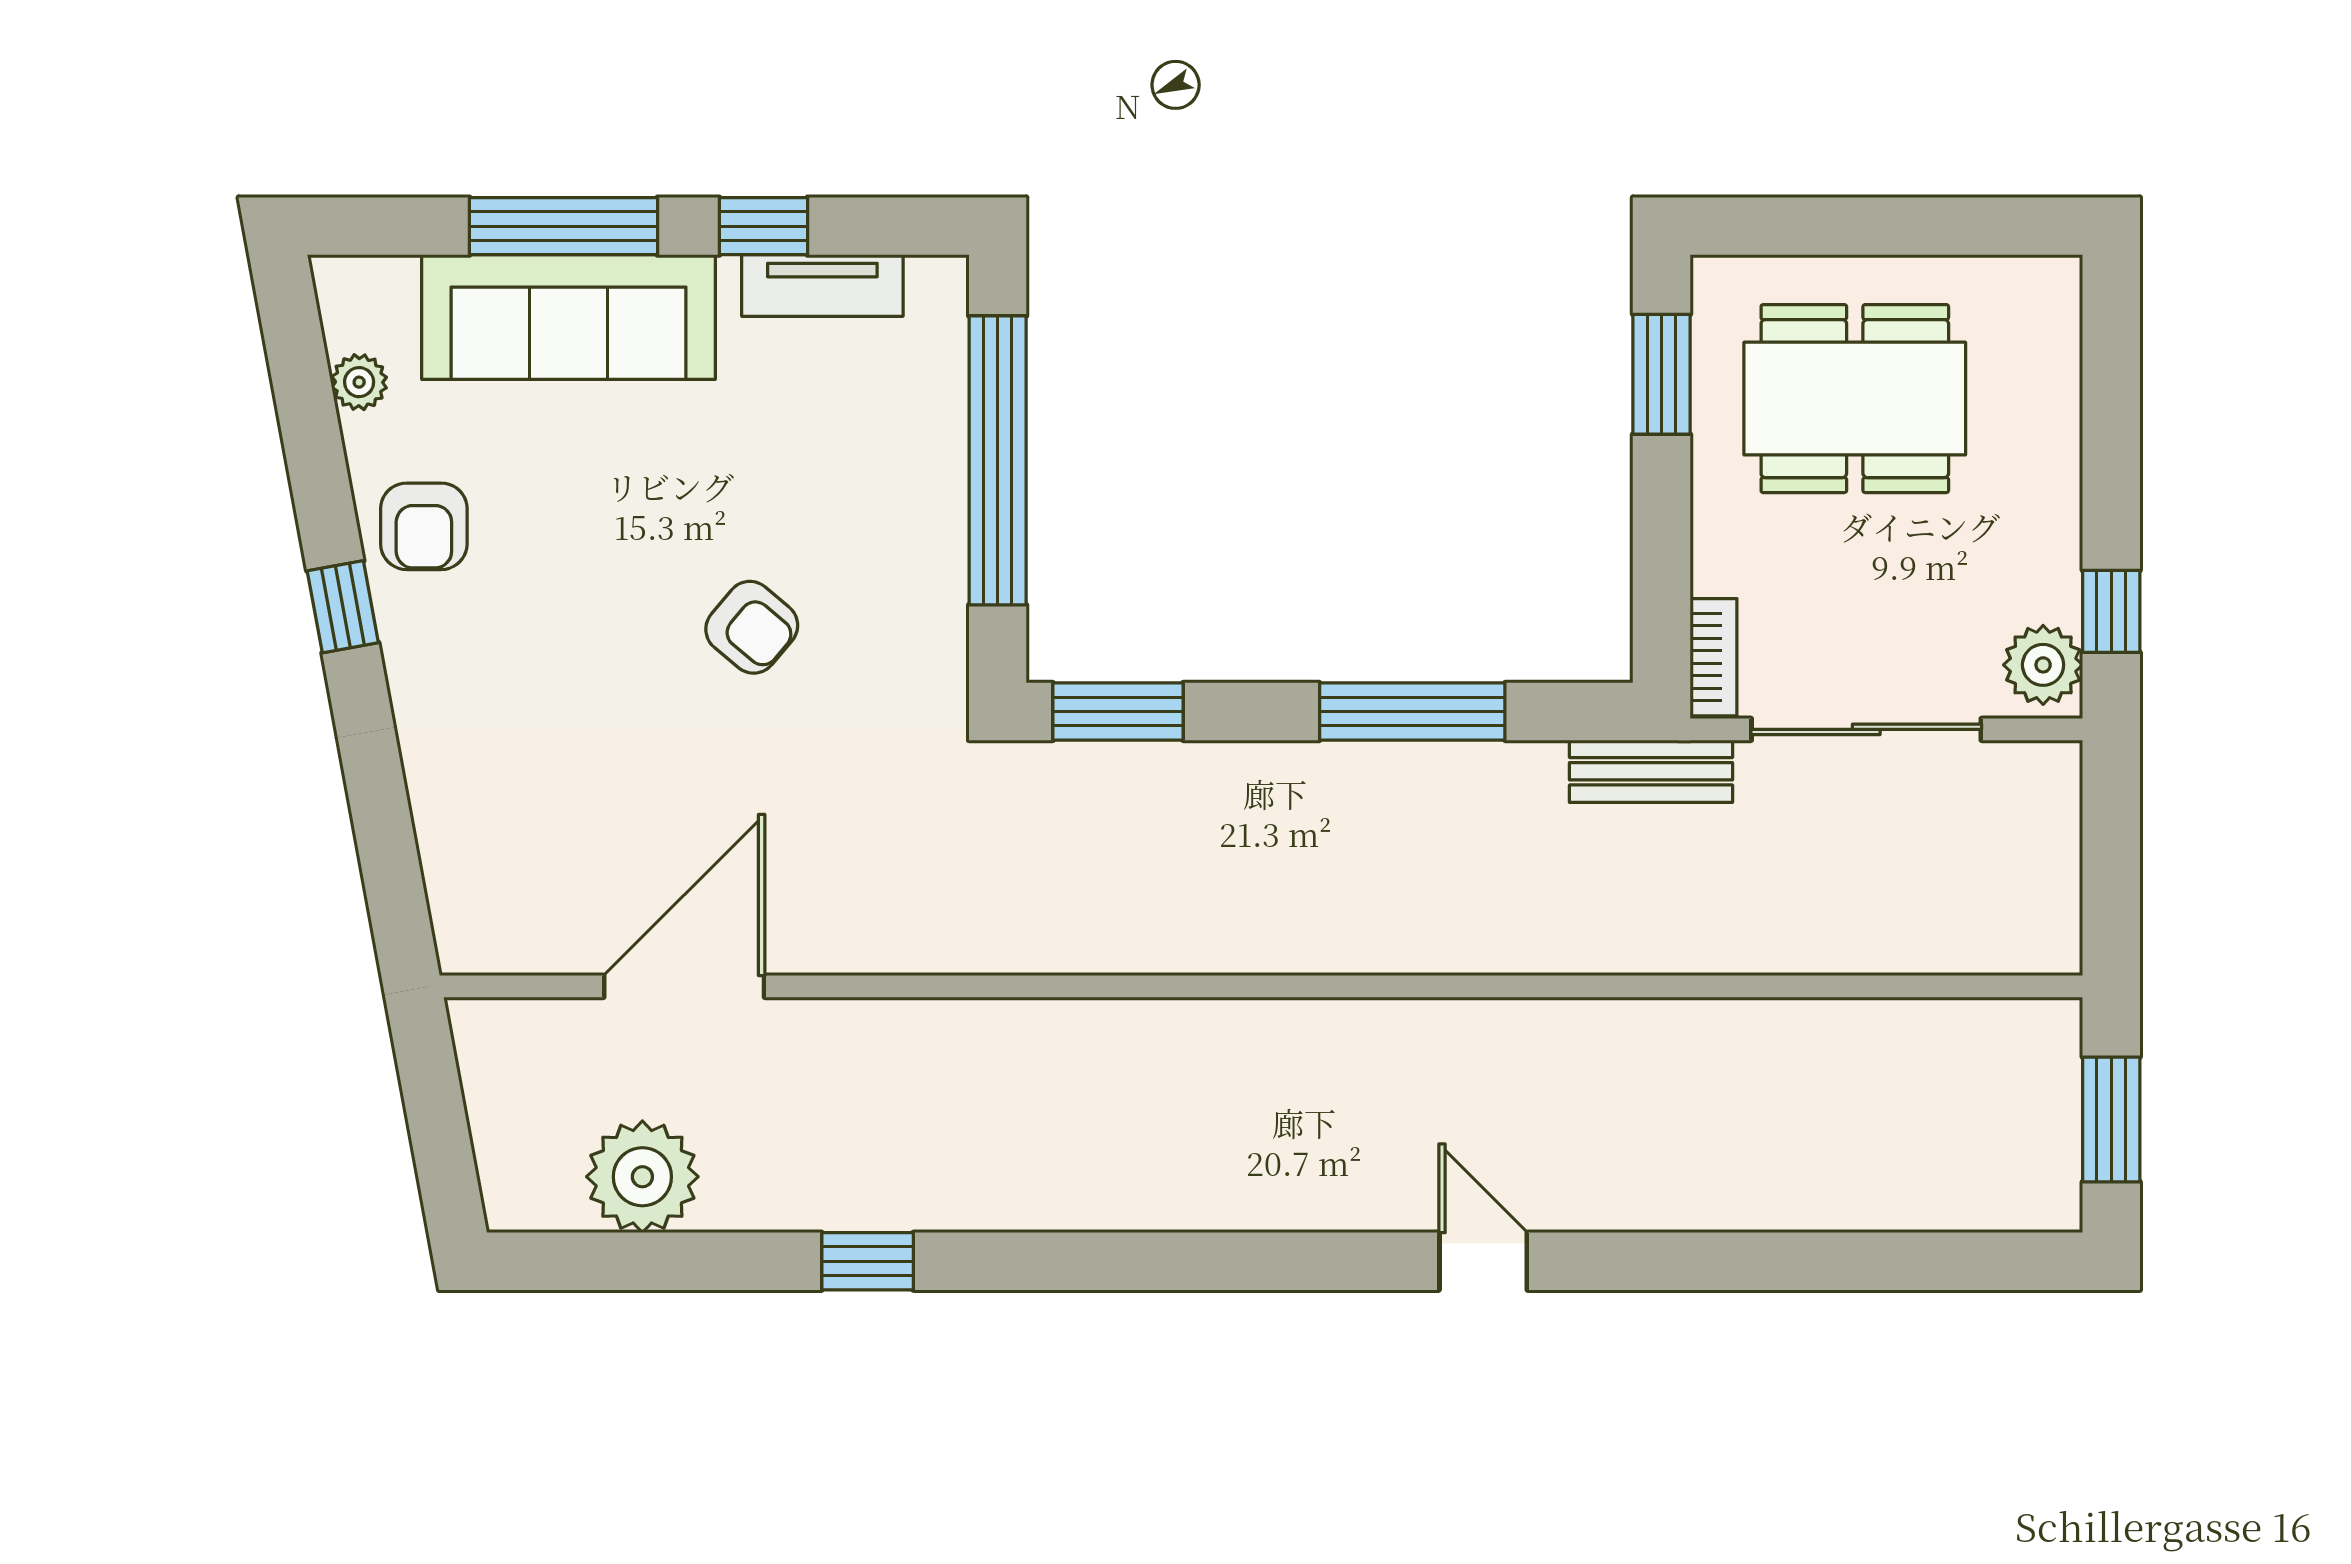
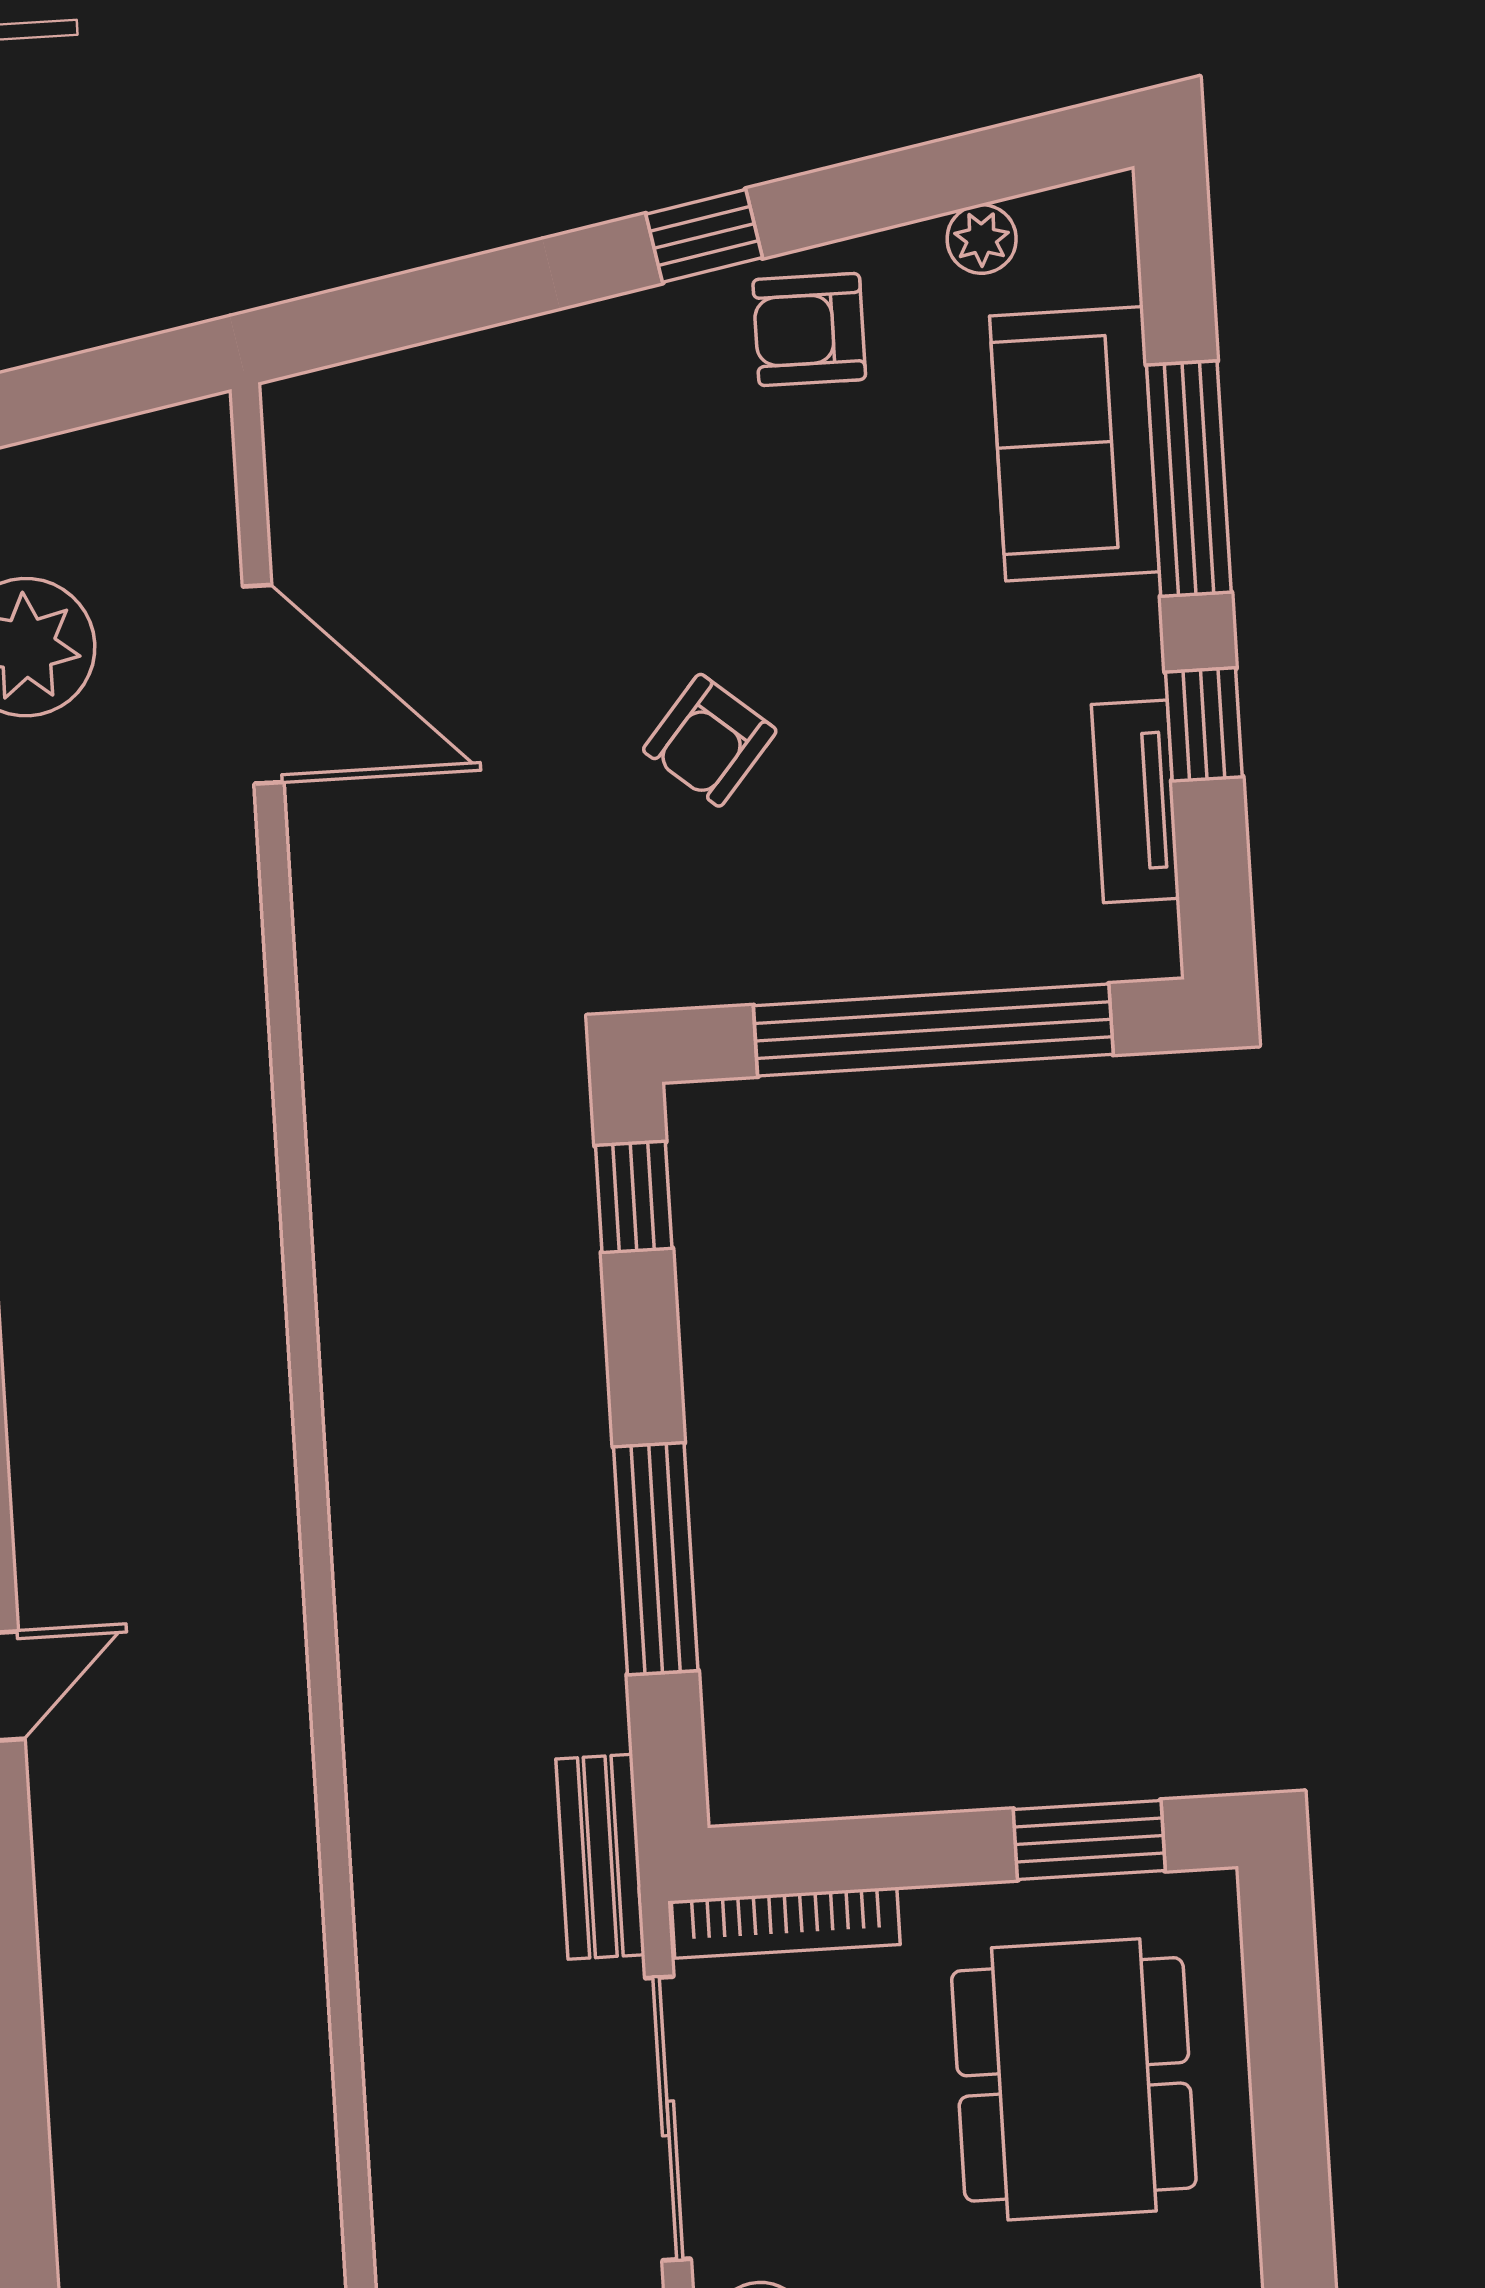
sofa: (569, 317) -> (1074, 444), width x0.73
bookcase: (1713, 657) -> (786, 1923), width x1.56
window: (1118, 712) -> (634, 1197), width x0.67

